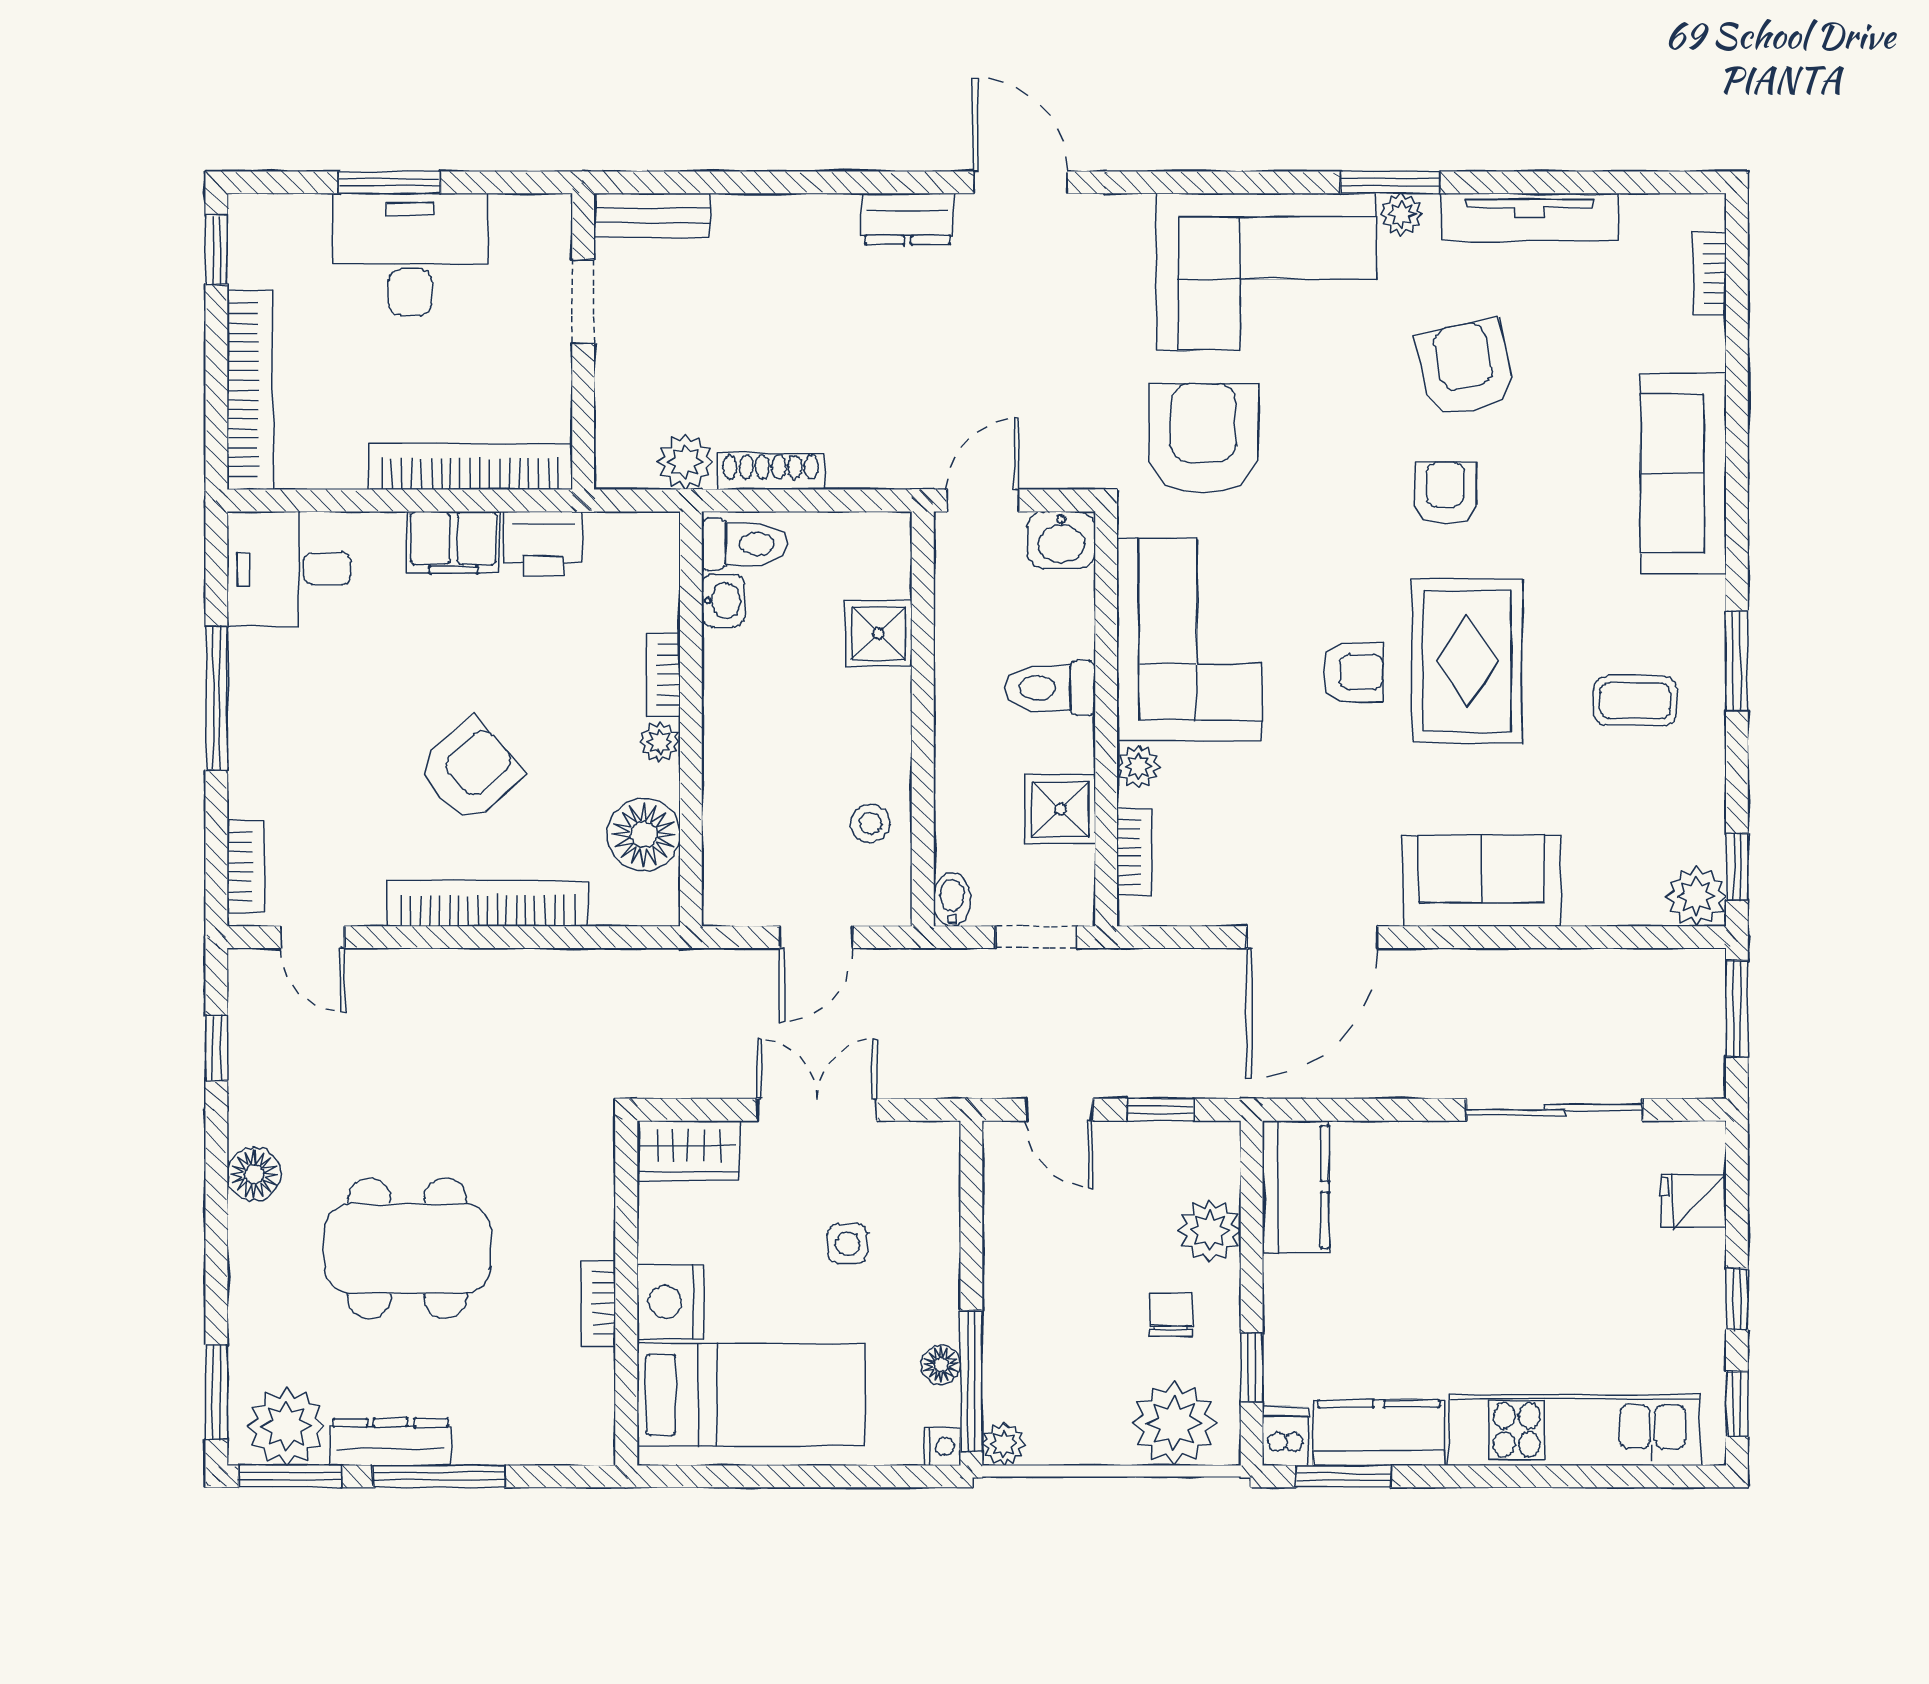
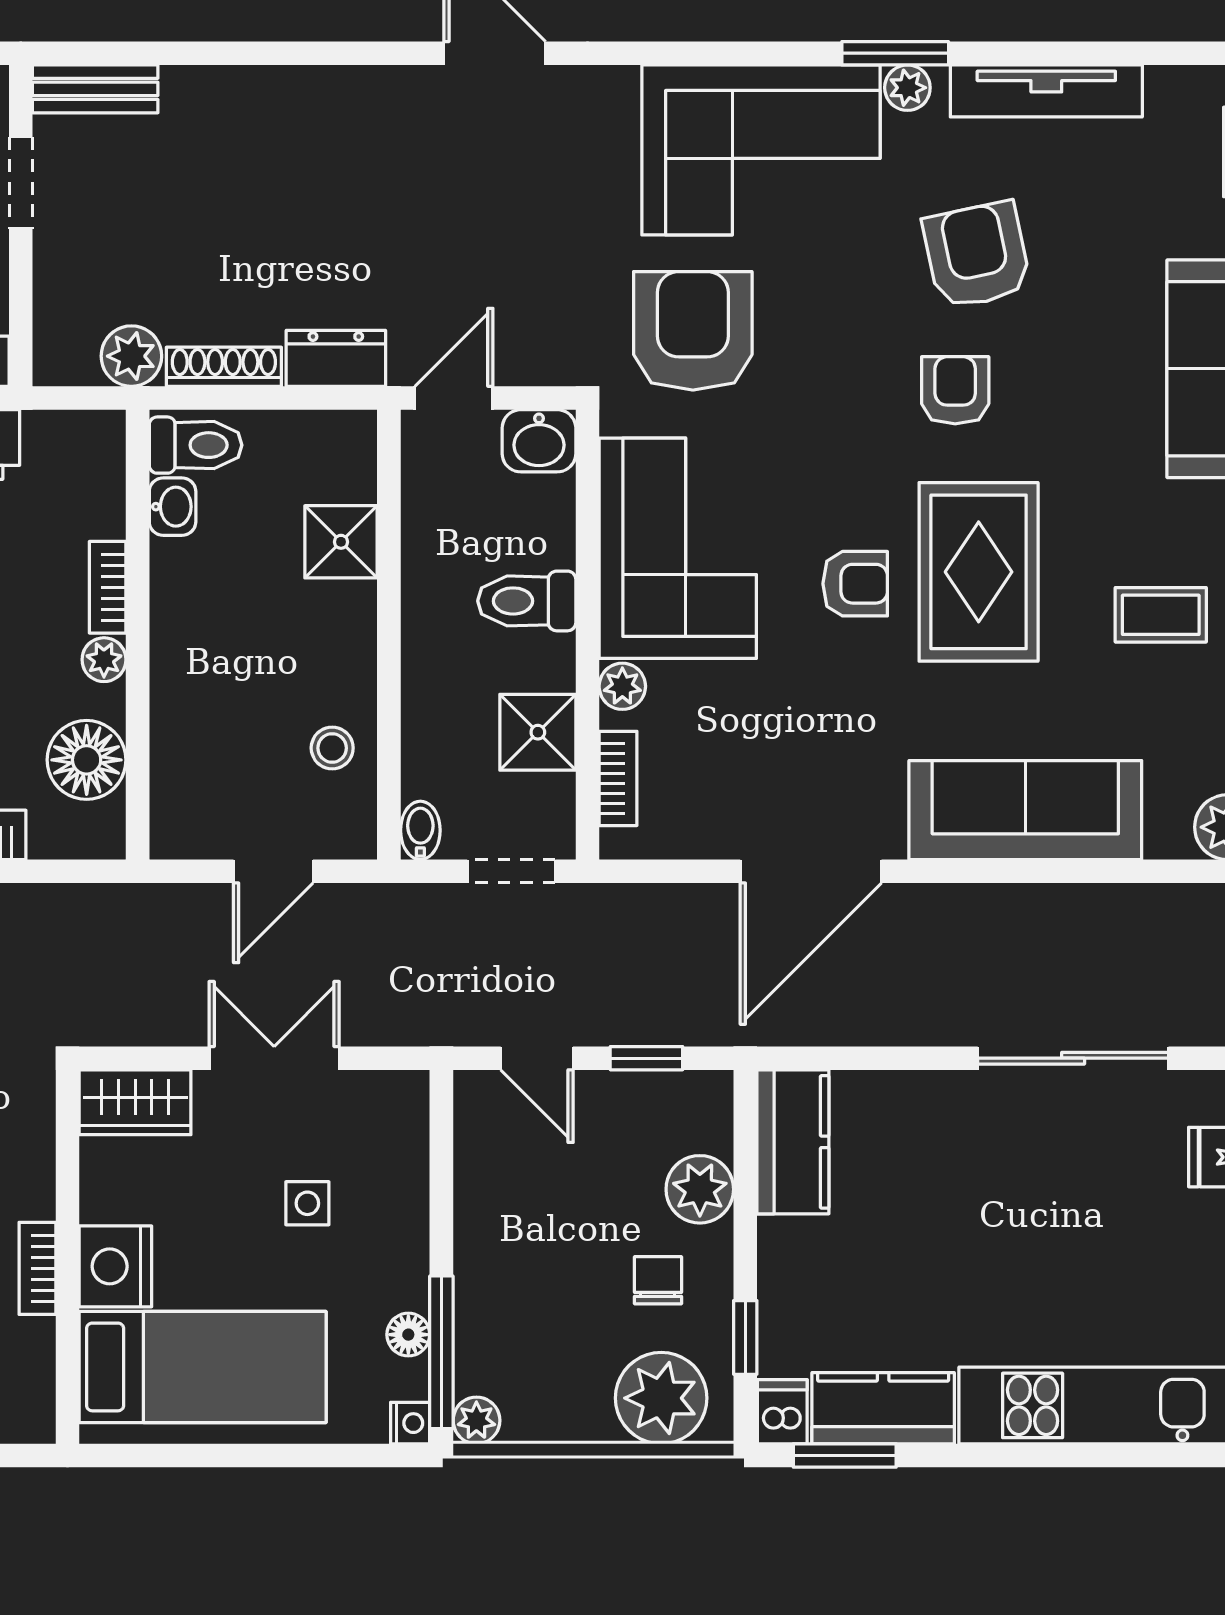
dresser: (908, 219) -> (336, 358), moved, turned 180
sofa: (1482, 881) -> (1025, 810), width x1.36

